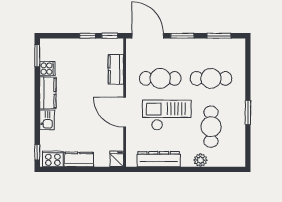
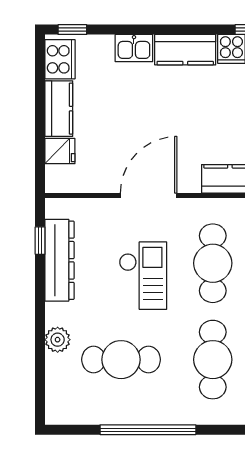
window: (248, 113) -> (148, 430), width x2.11
checkout: (167, 115) -> (143, 276), width x0.73, depth x0.83
fridge: (117, 159) -> (60, 151), moved
window: (148, 169) -> (40, 241), added

